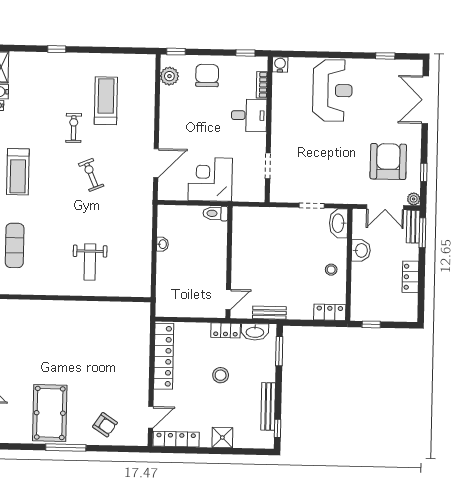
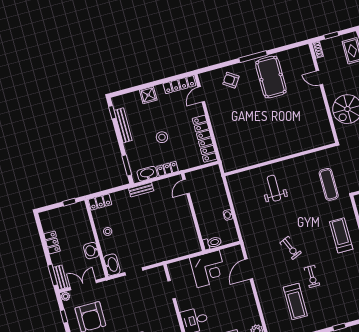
toilet: (215, 213) -> (212, 243), moved
wall: (229, 262) -> (193, 212), moved
door: (228, 299) -> (186, 187), moved

